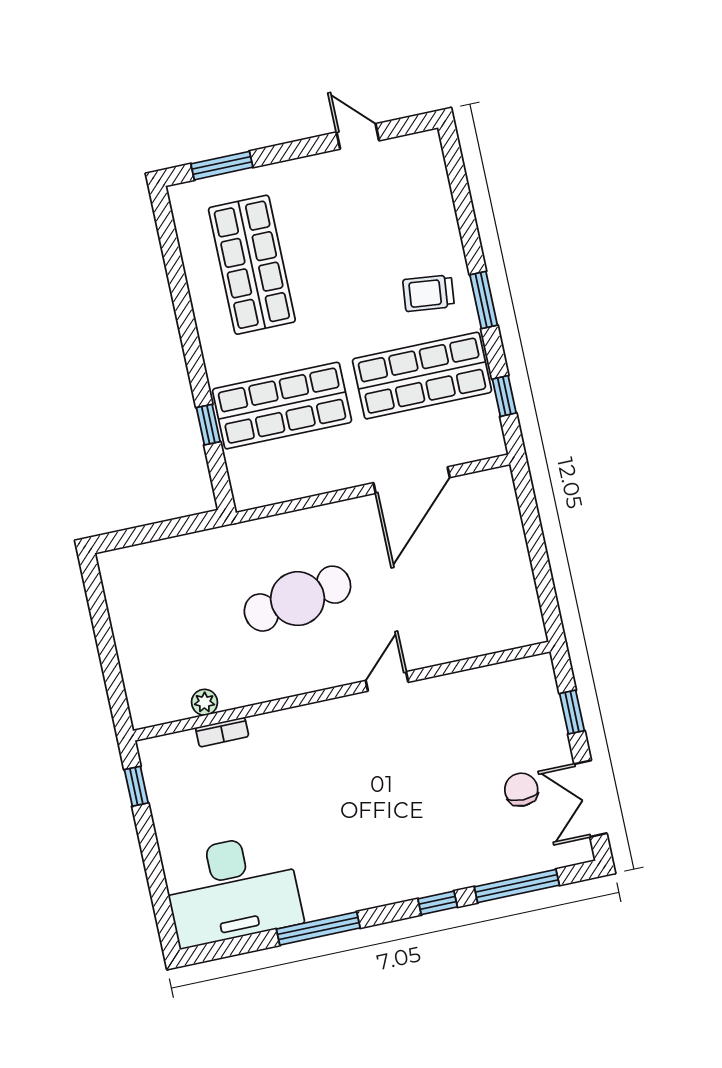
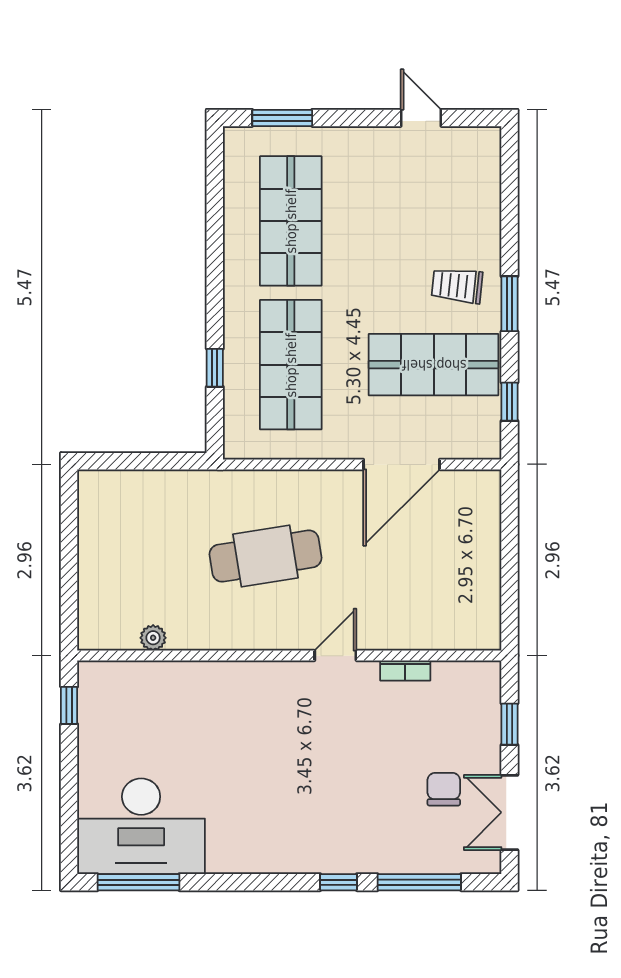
shop shelf: (282, 406) -> (291, 365), turned 90
bookcase: (222, 732) -> (405, 670), moved
window: (318, 928) -> (138, 882), moved

